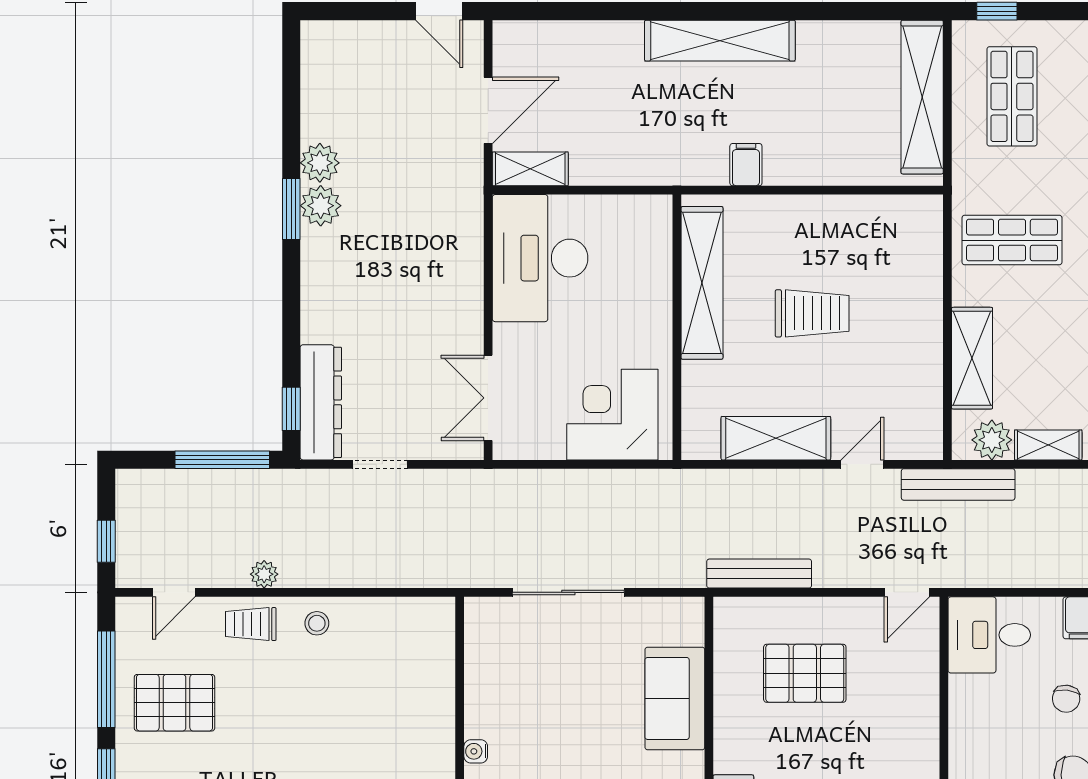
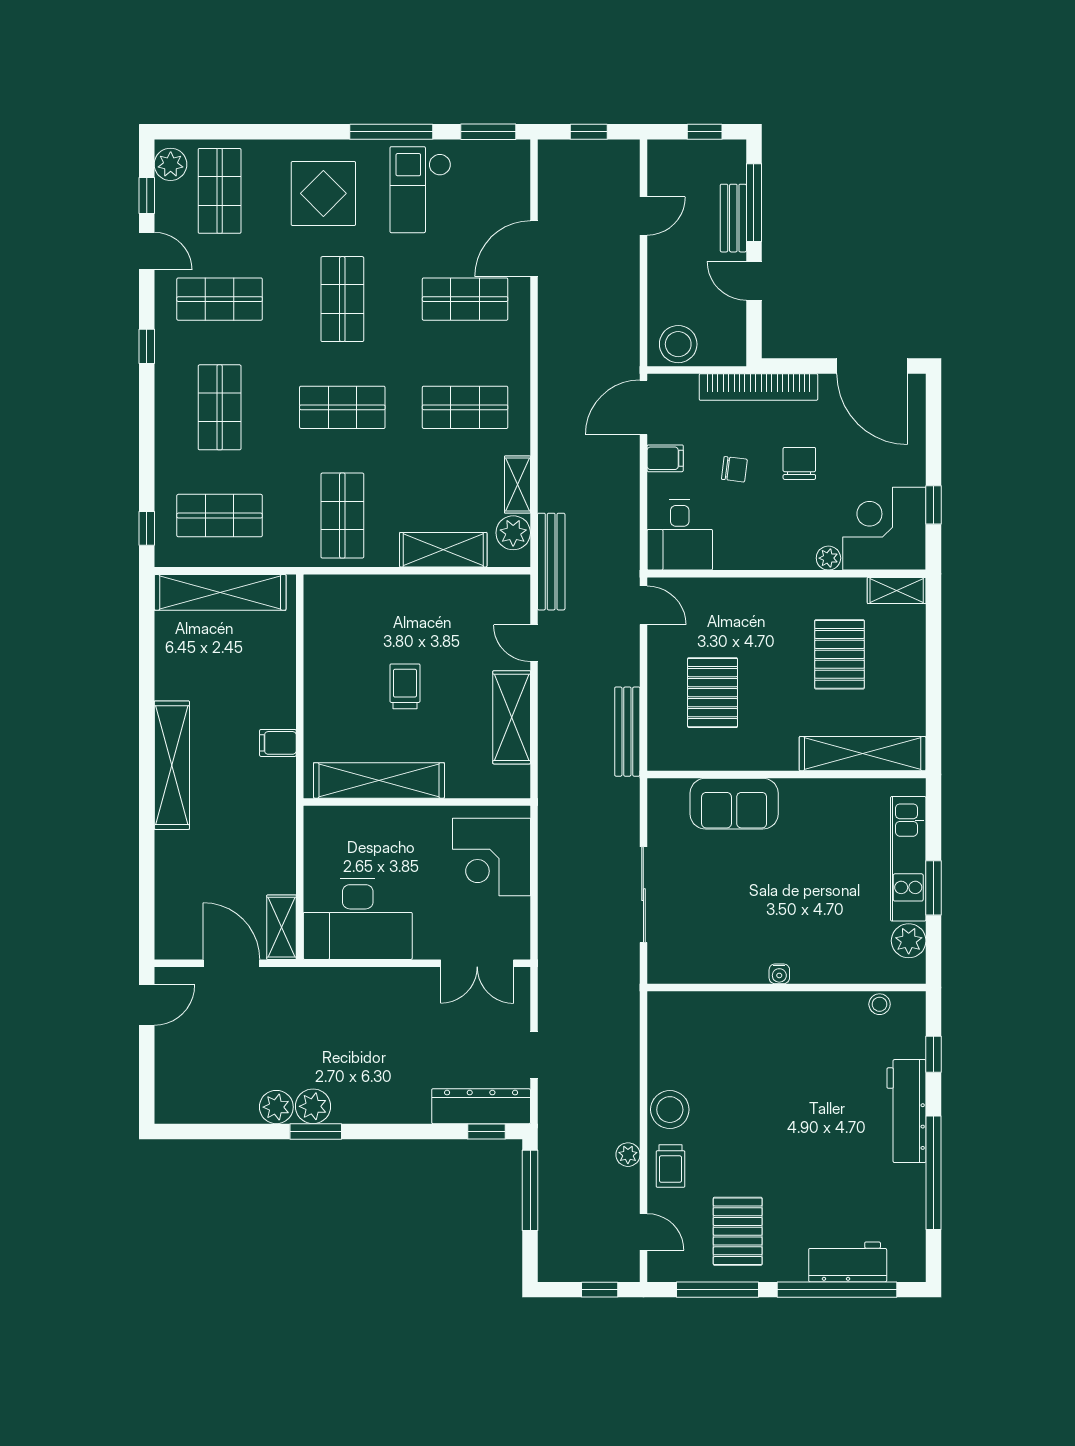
trolley: (812, 313) -> (405, 686), width x0.73, depth x0.72
stool: (317, 623) -> (670, 1110), width x1.89, depth x1.89

